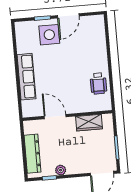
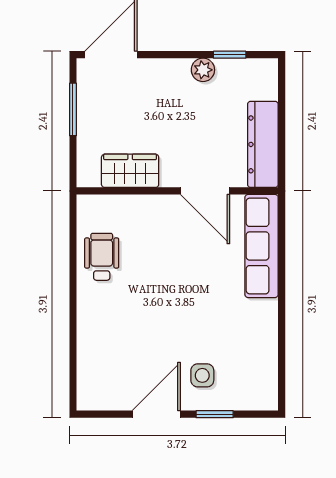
side table: (49, 35) -> (202, 375), width x0.54, depth x0.54
row of seats: (26, 77) -> (262, 246), moved
dresser: (32, 154) -> (263, 144), moved

